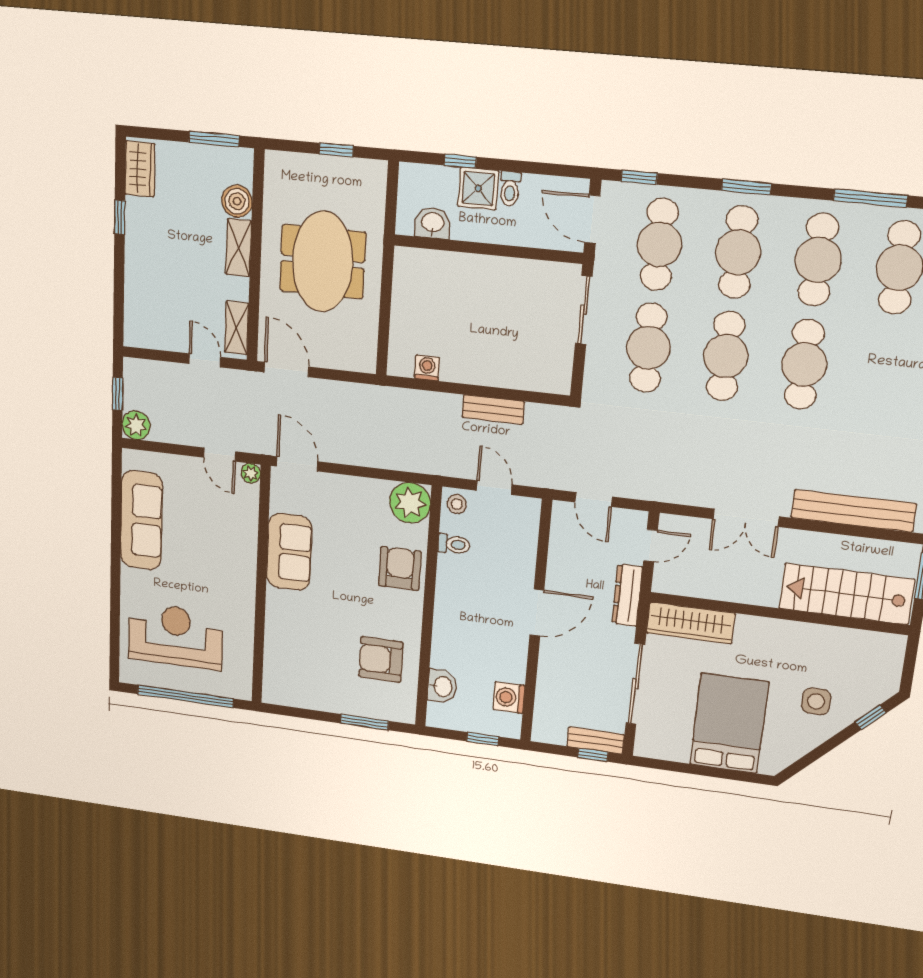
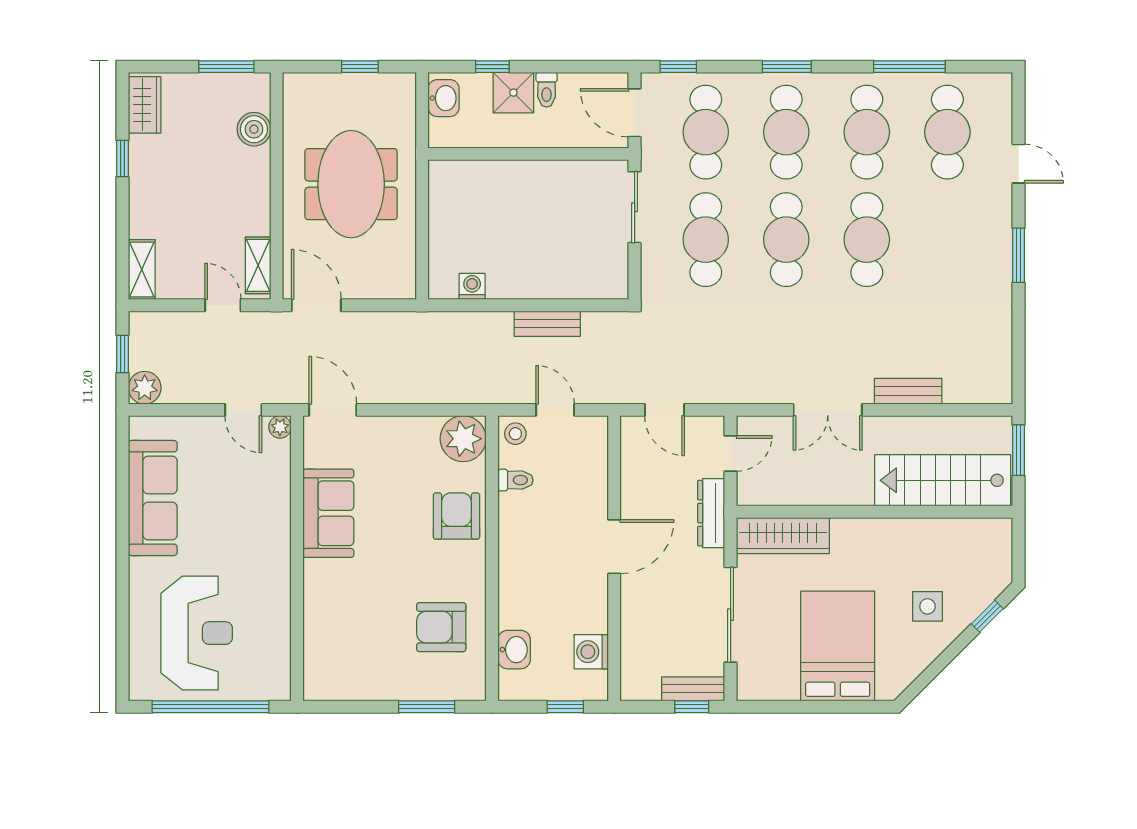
washbasin: (433, 223) -> (444, 98), moved, turned 90
shelving: (239, 248) -> (142, 270), moved
bench: (853, 511) -> (908, 391), width x0.54, depth x0.82
reception desk: (176, 636) -> (197, 633), turned 90

